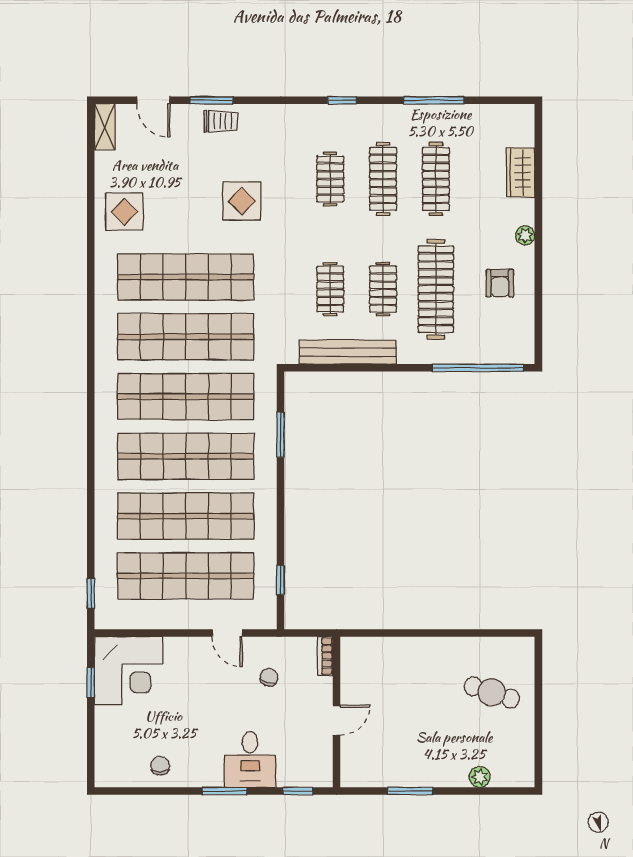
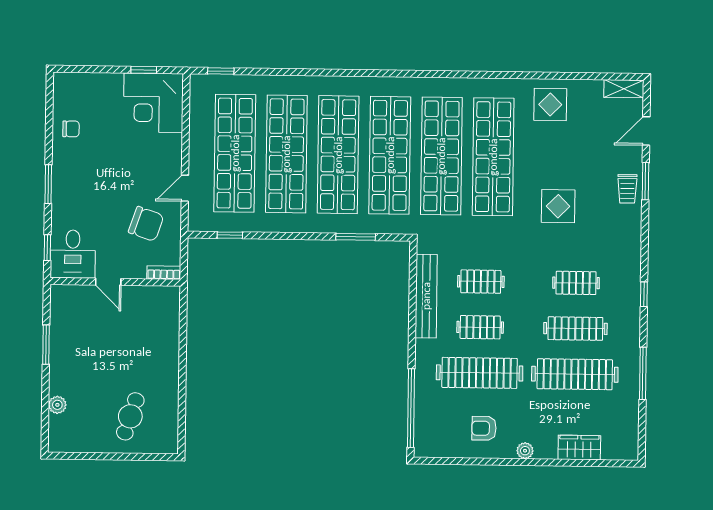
clothes rail: (436, 179) -> (575, 374), width x1.37, depth x1.31
chair: (269, 677) -> (146, 224), width x1.87, depth x1.87
desk: (250, 760) -> (73, 254), moved, turned -90

